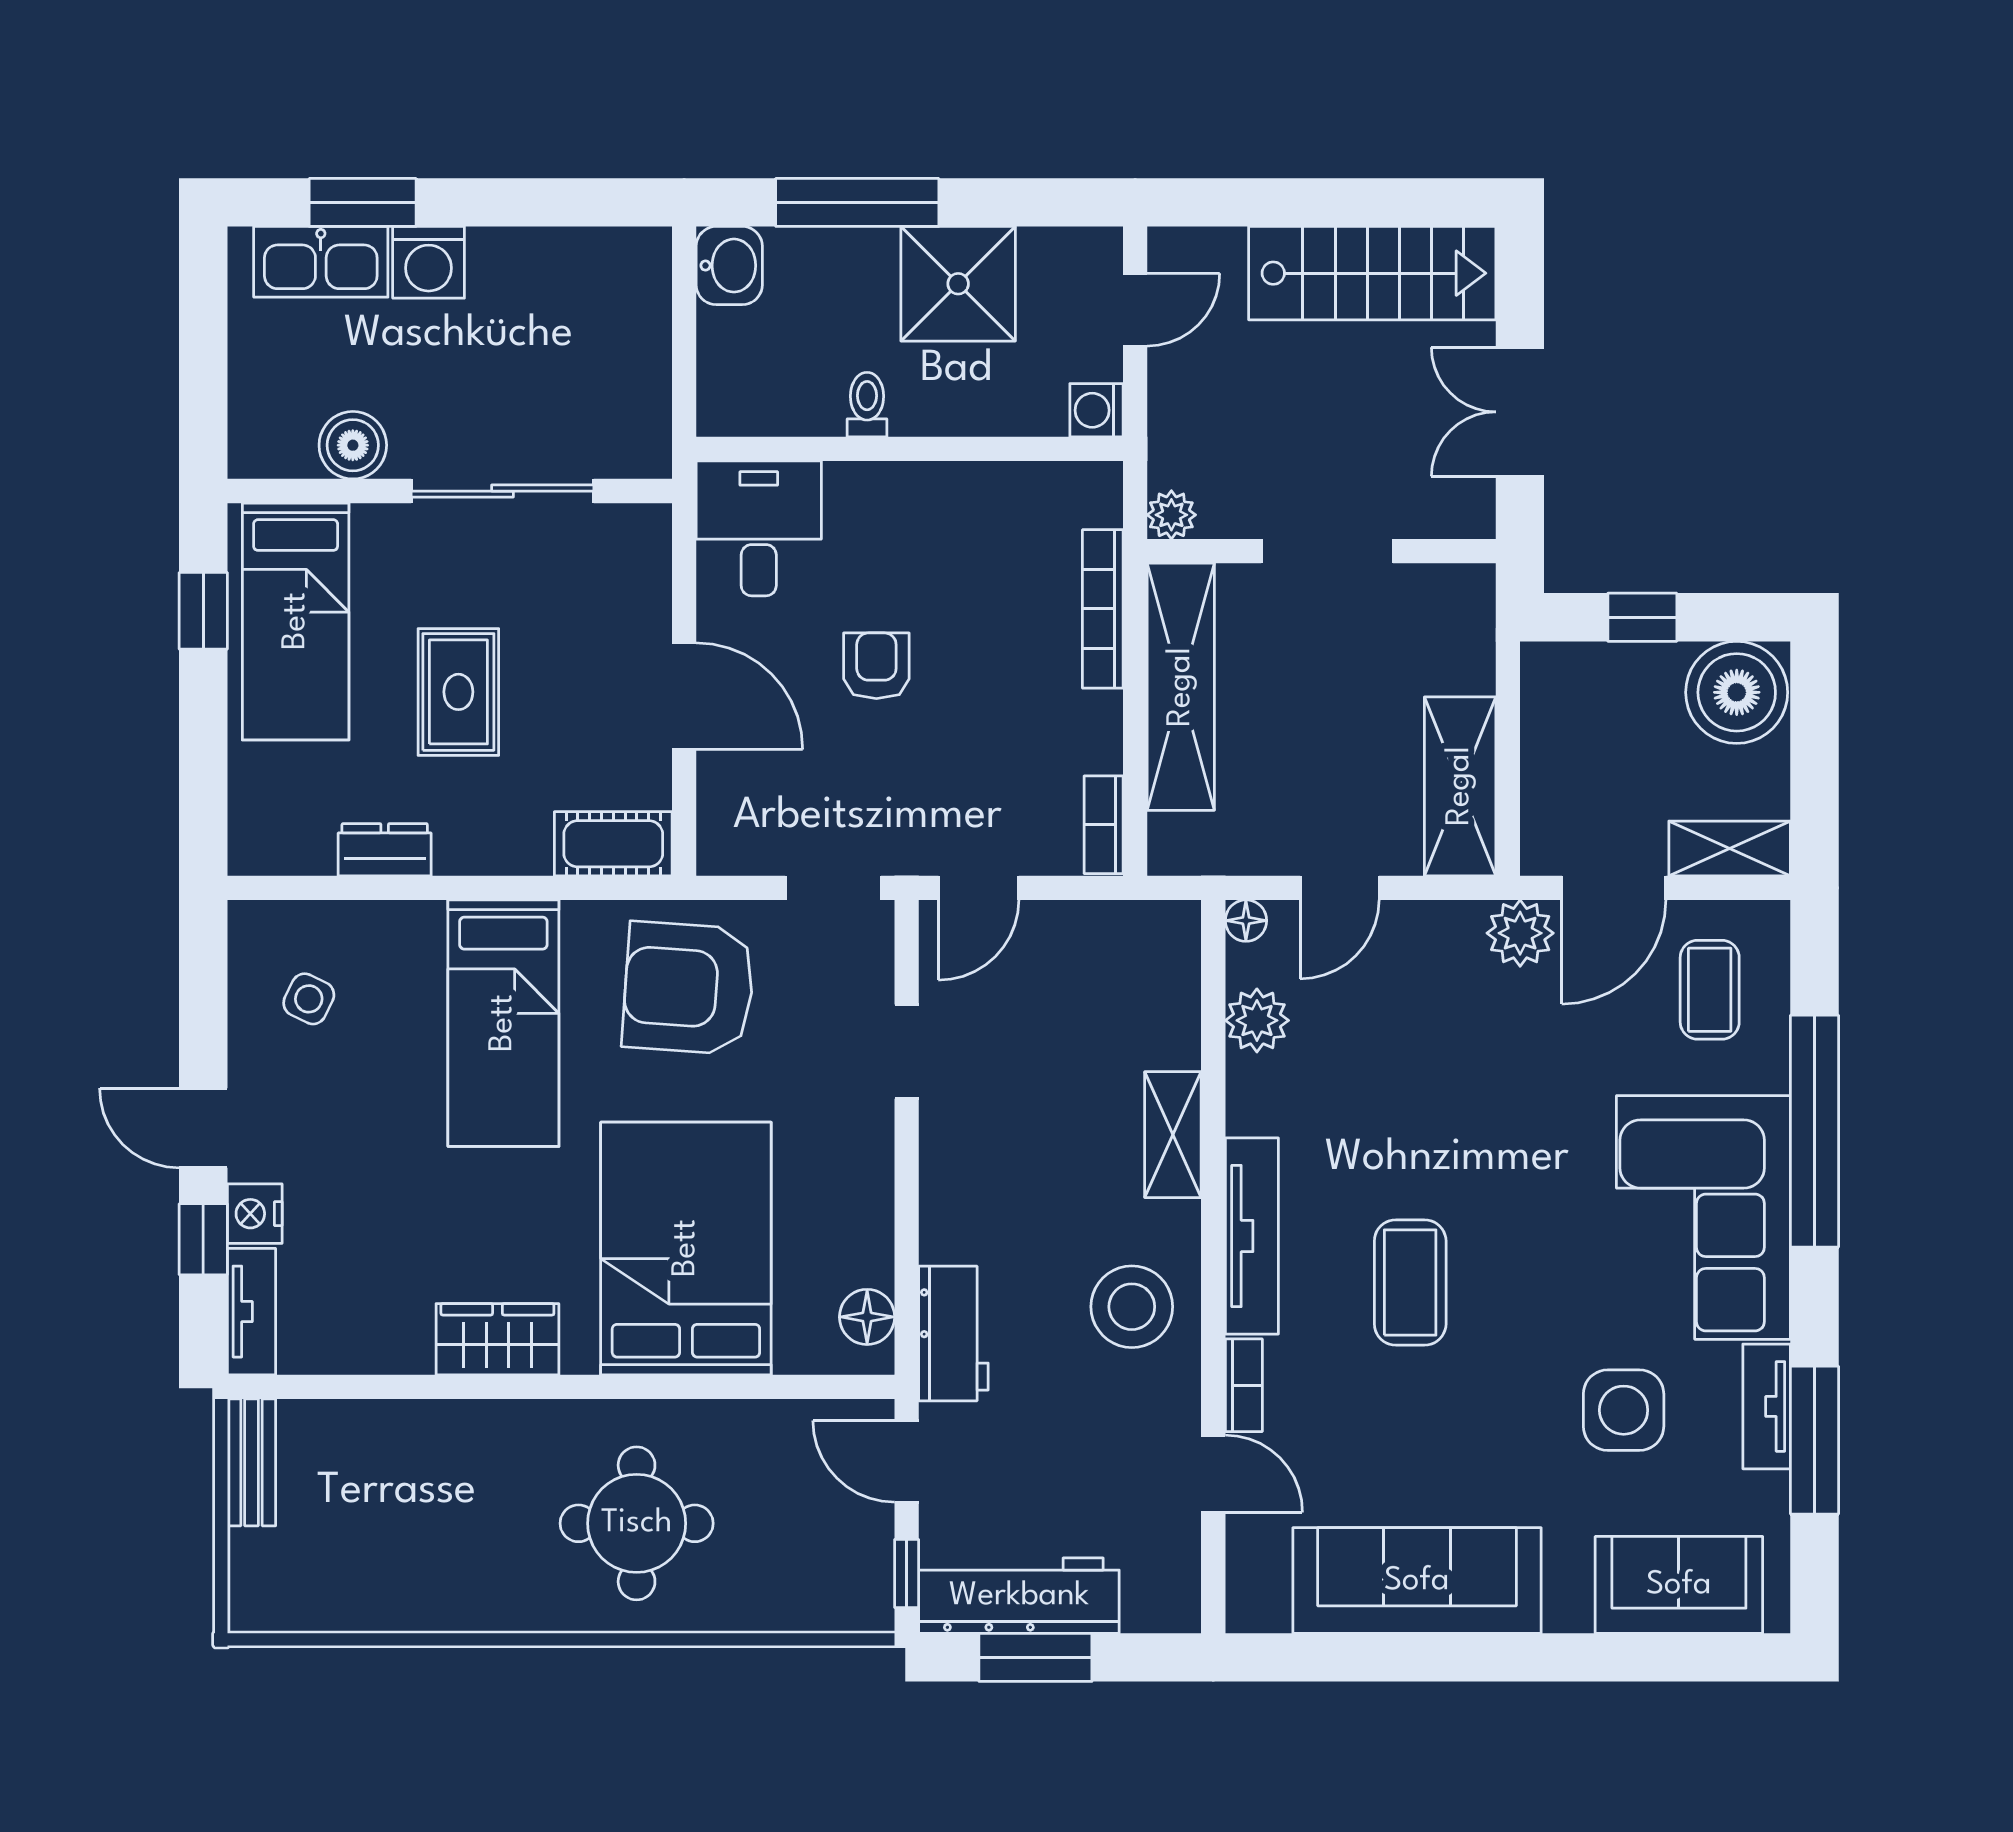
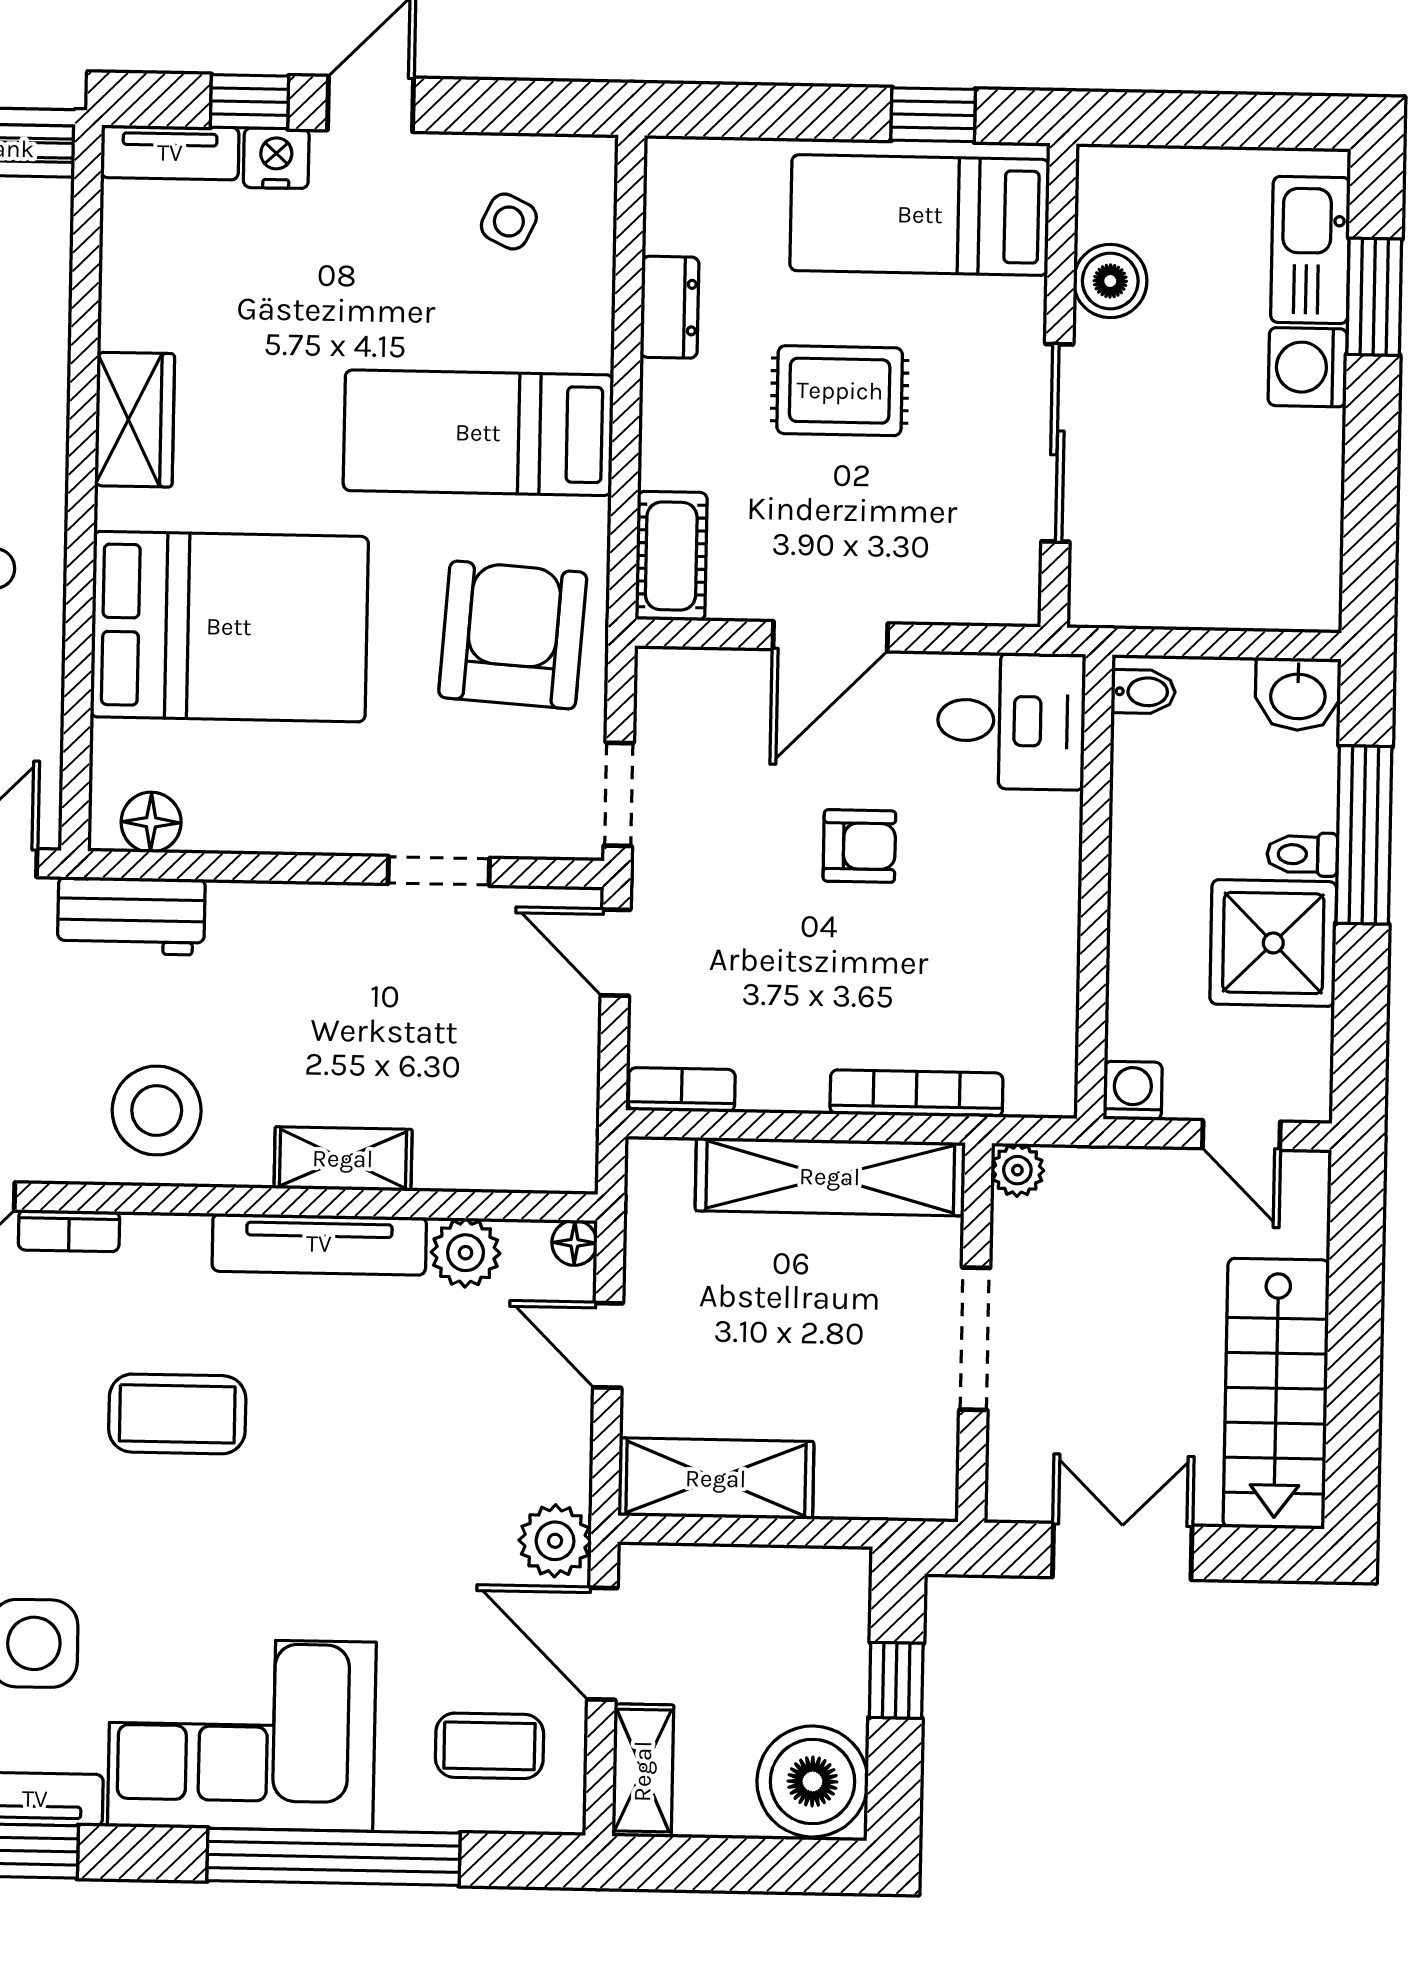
toilet: (867, 405) -> (1302, 854), moved, turned 180
bidet: (730, 408) -> (1143, 692), added
tv unit: (1252, 1236) -> (319, 1244), moved

